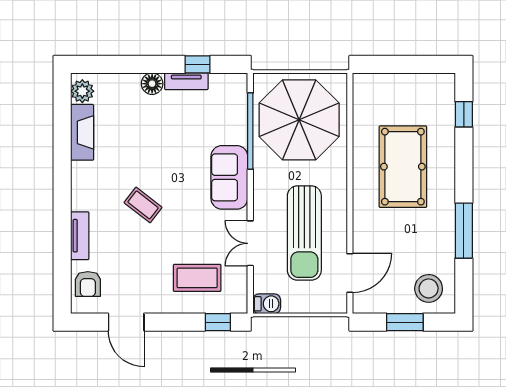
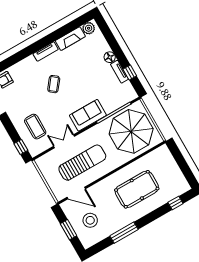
sun lounger: (304, 233) -> (82, 163), turned 180
tv unit: (80, 236) -> (46, 51), moved
stool: (429, 288) -> (90, 220), moved
barbecue: (267, 304) -> (41, 164), removed

